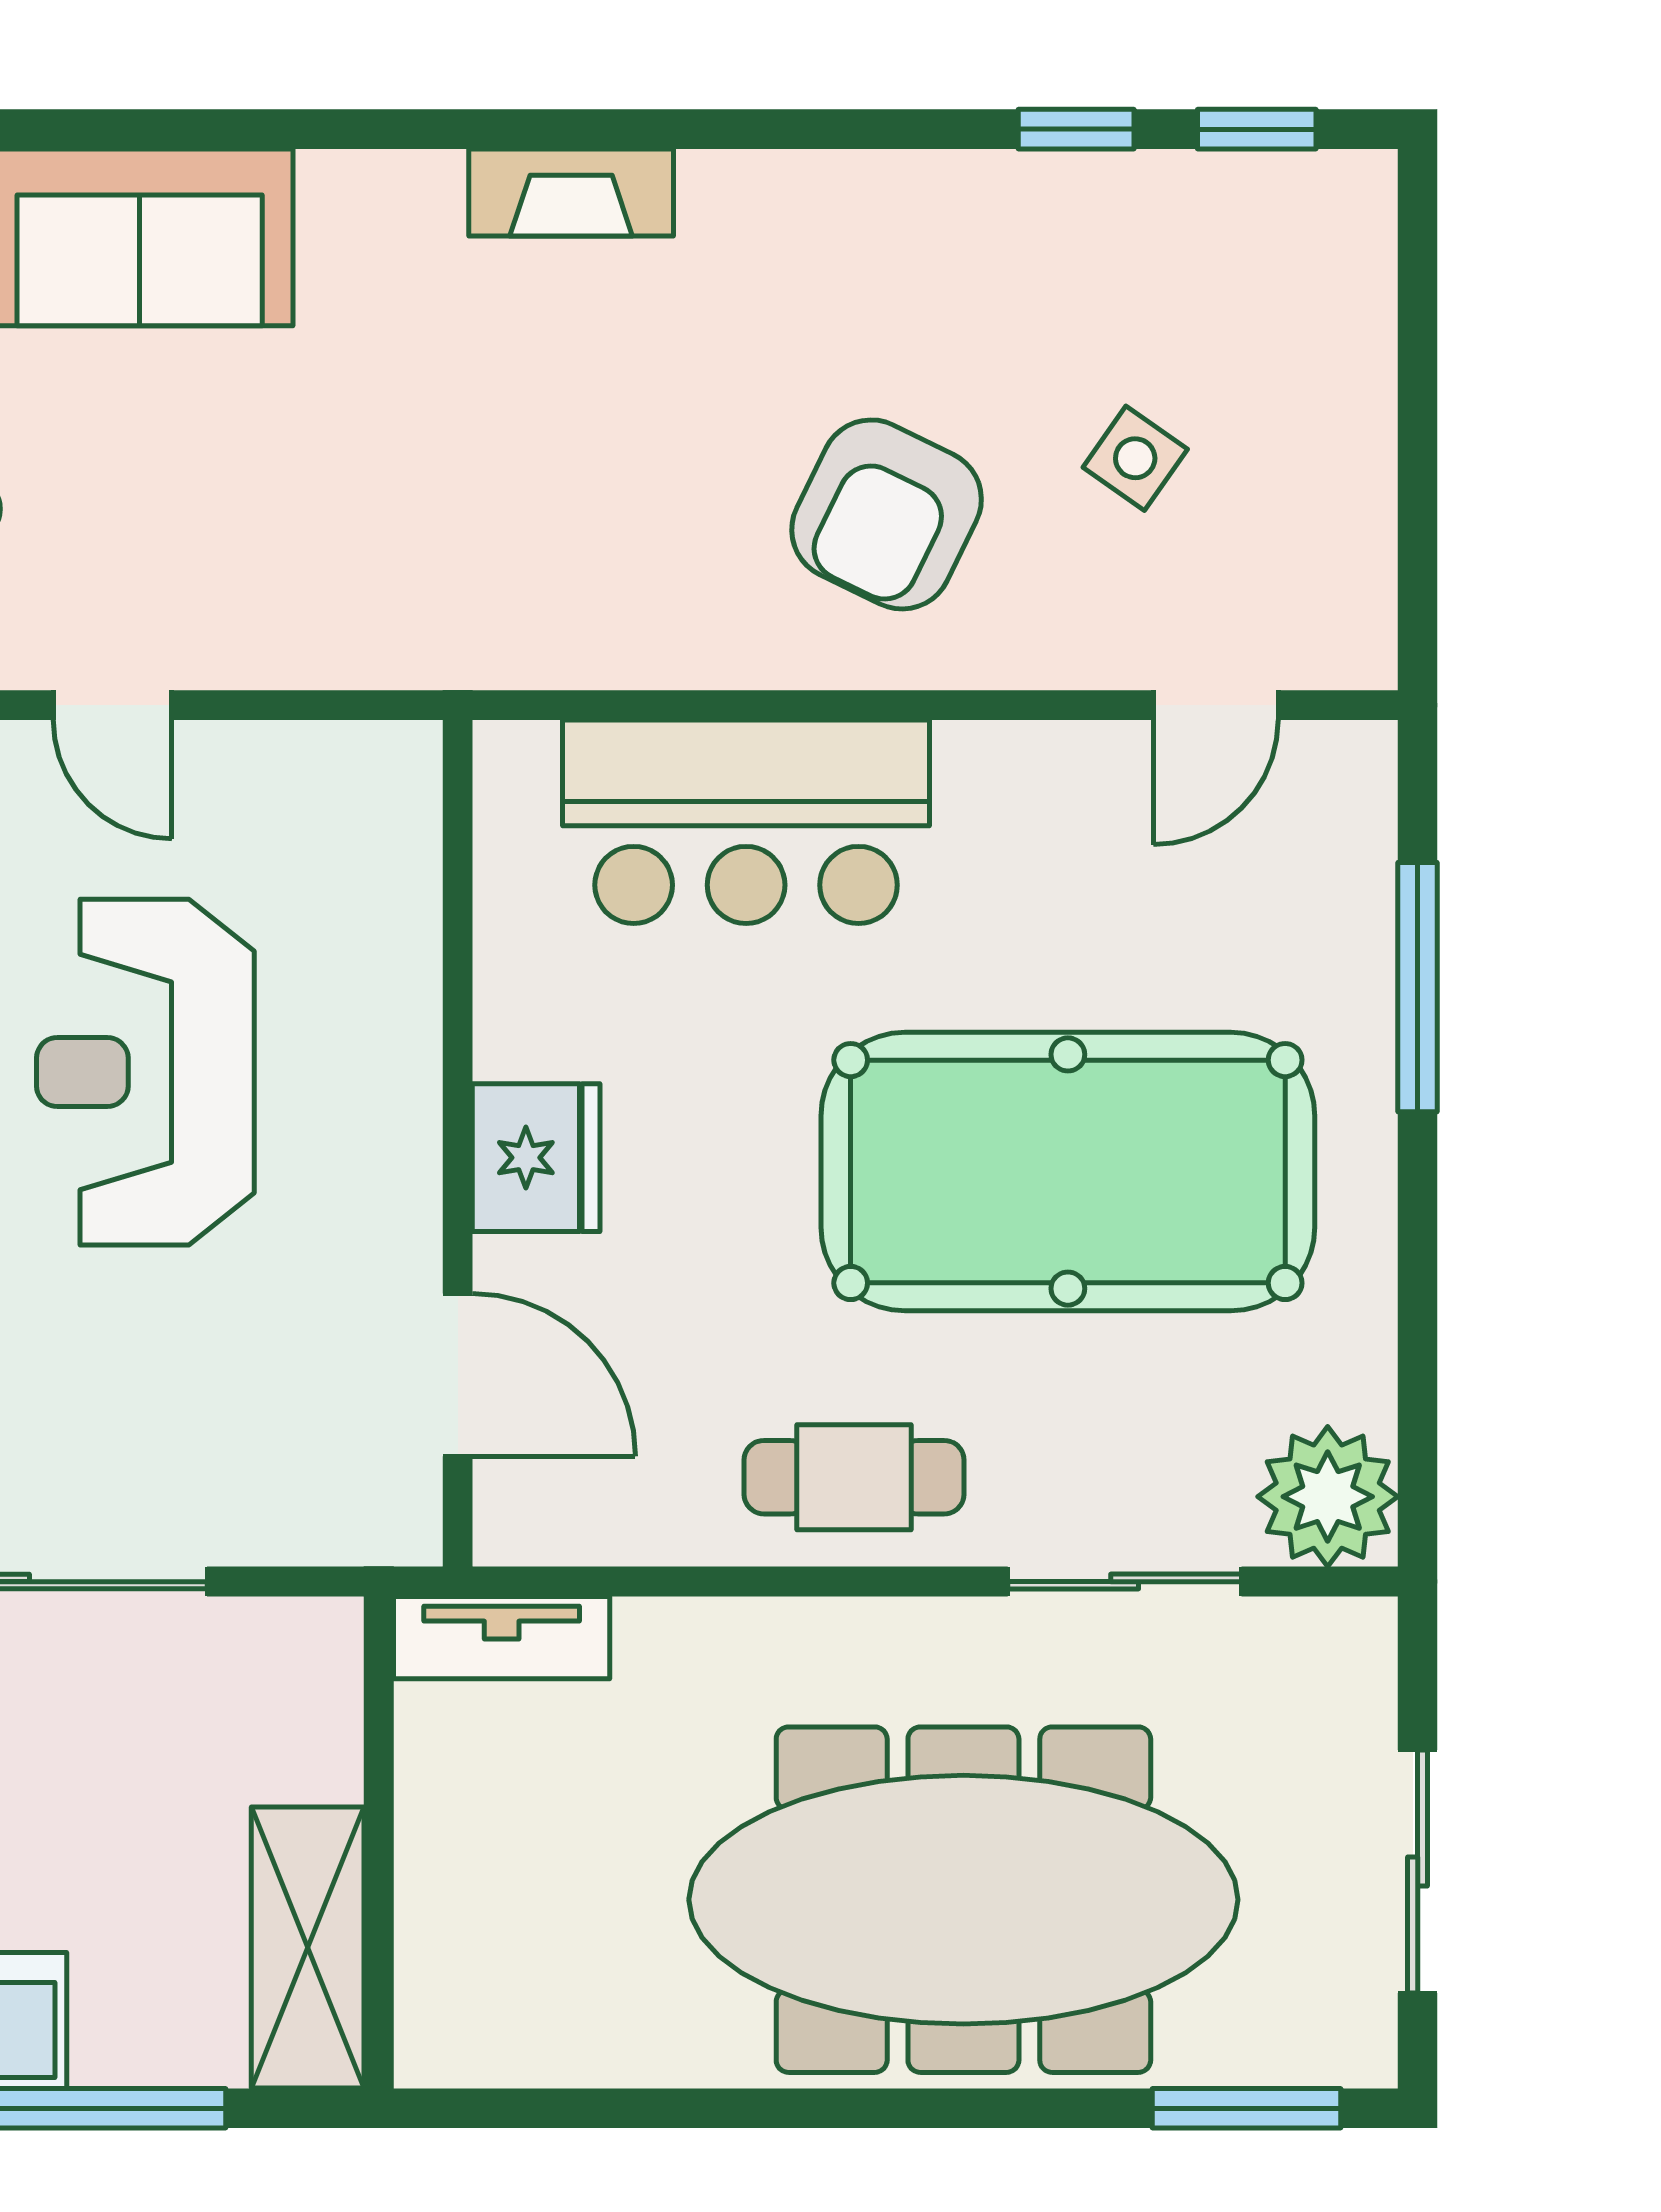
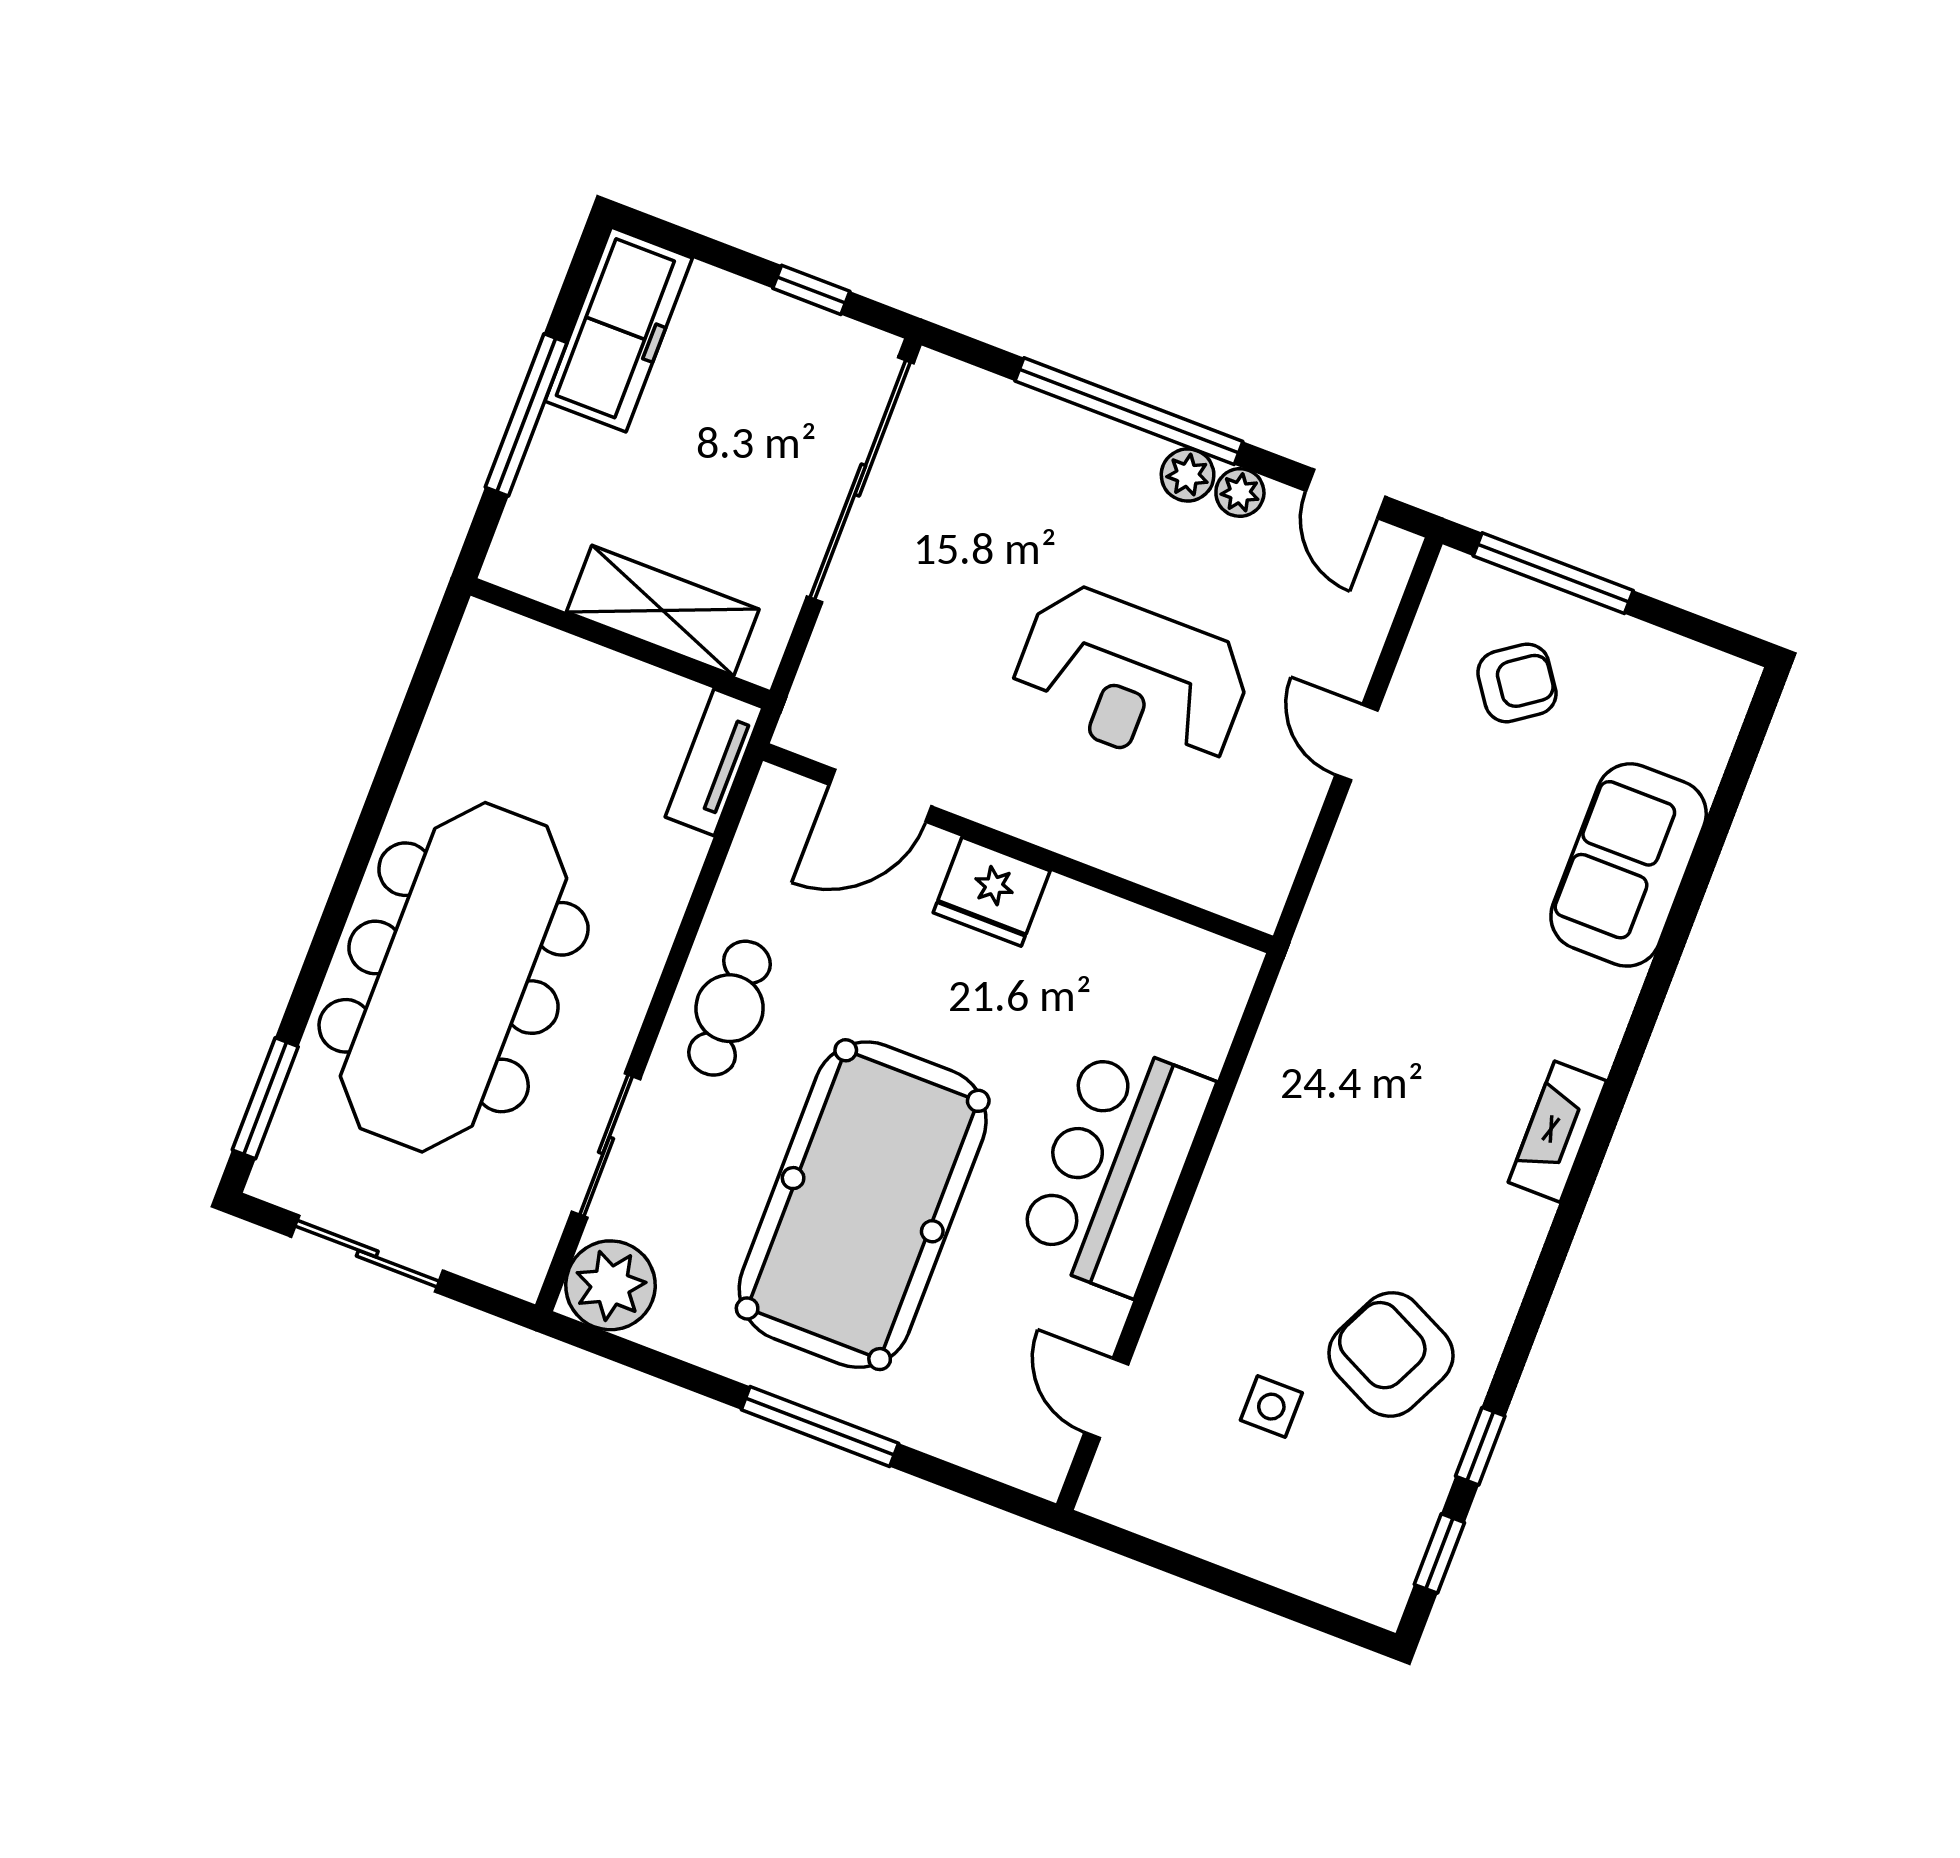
side table: (1135, 458) -> (1271, 1407), turned -35
armchair: (887, 514) -> (1391, 1354), moved
door: (112, 705) -> (1357, 743), hinge flipped
bar counter: (746, 822) -> (1115, 1167), moved
window: (1418, 987) -> (820, 1427), moved
reception desk: (145, 1072) -> (1131, 679), turned 180
shelving: (308, 1947) -> (663, 611), moved

